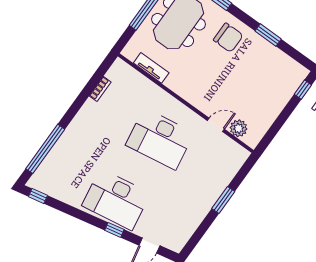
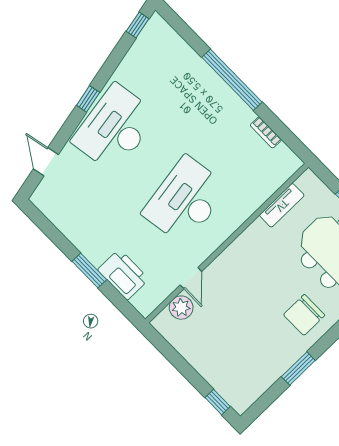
window: (45, 149) -> (232, 80), moved
printer: (222, 175) -> (123, 275), added
window: (114, 230) -> (88, 99), moved

